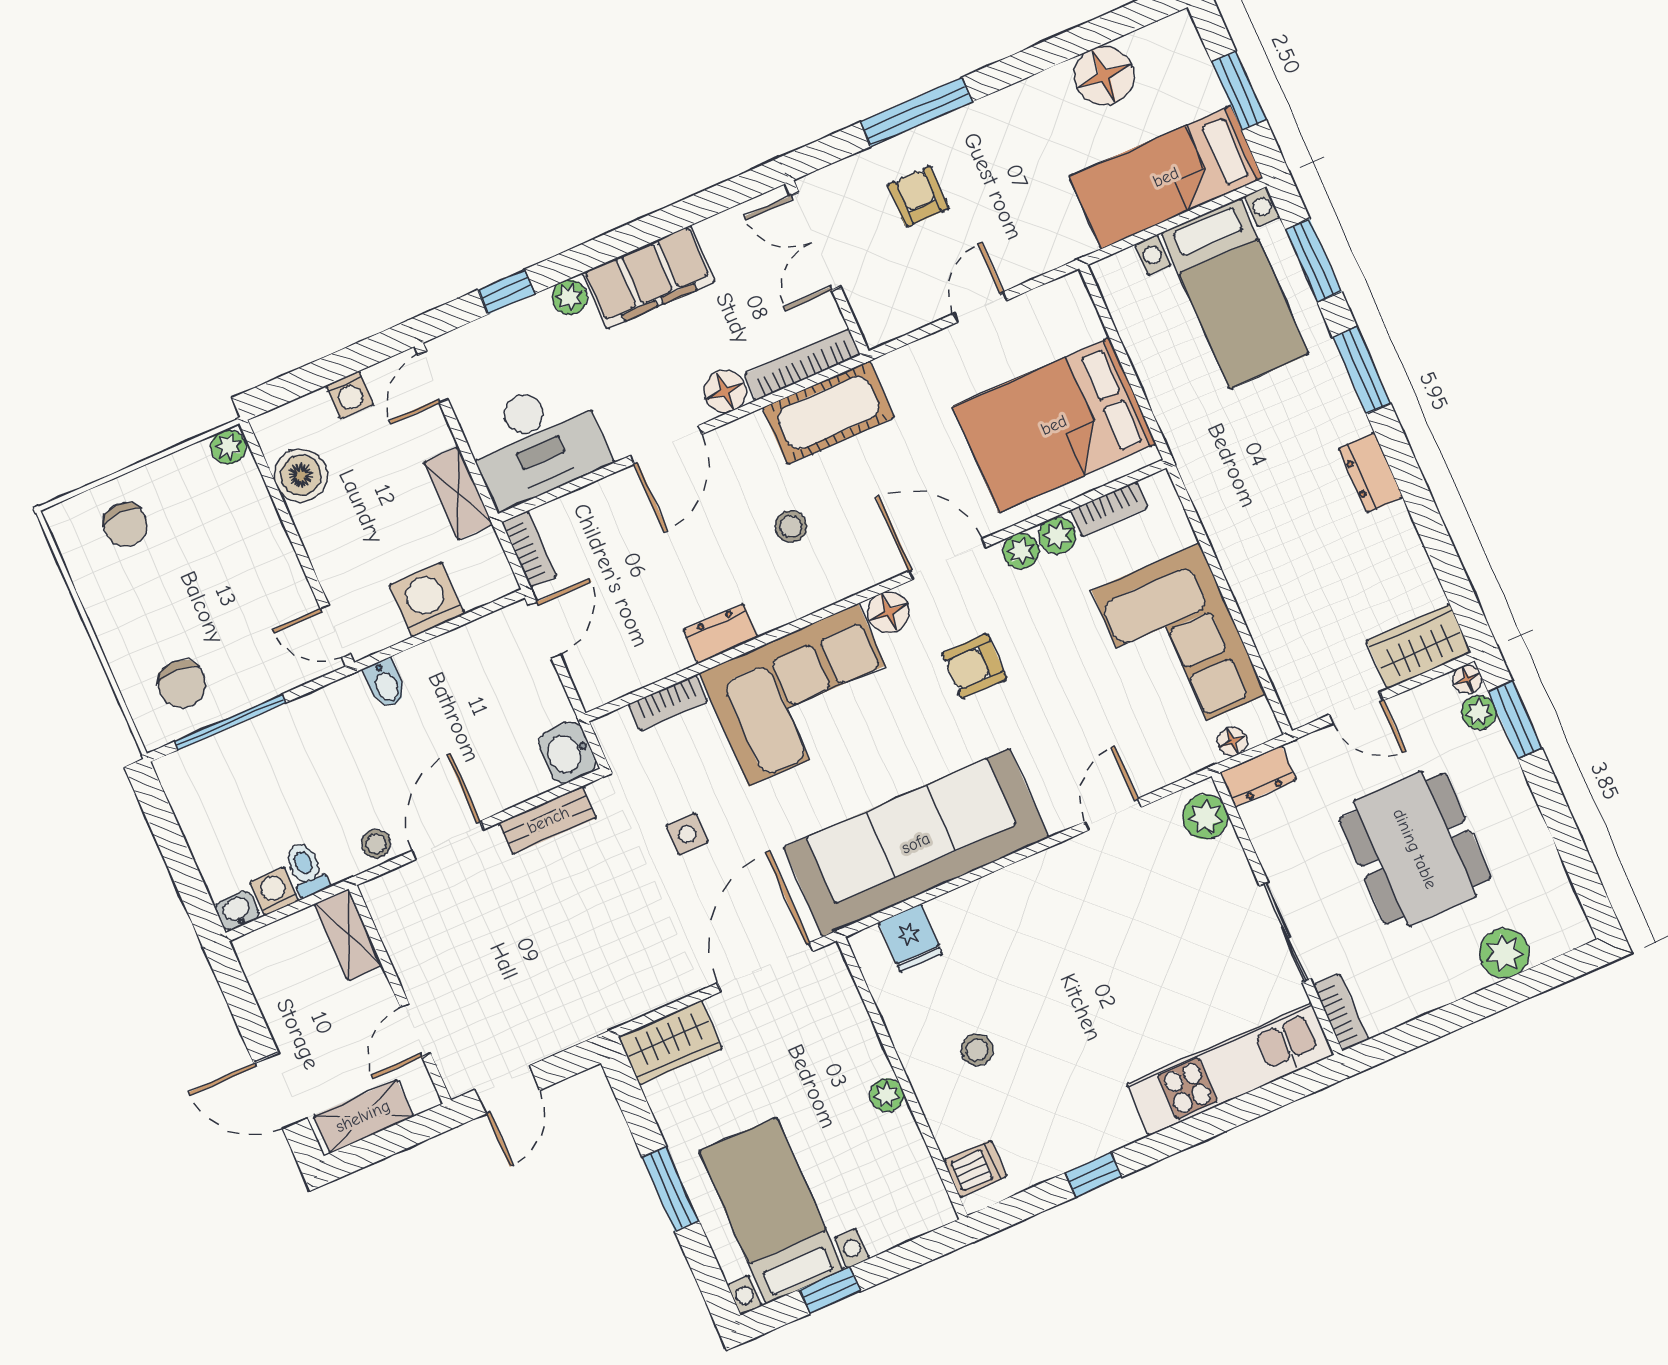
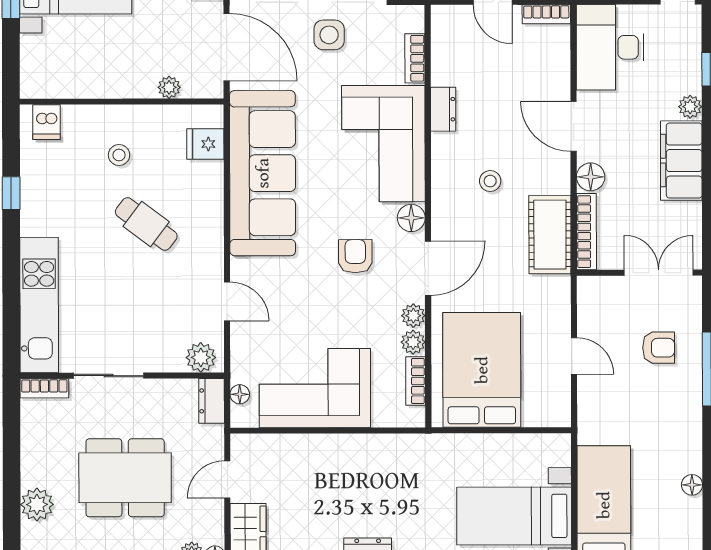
floor lamp: (1104, 76) -> (692, 485), width x0.53, depth x0.53
side table: (687, 834) -> (329, 35), width x1.37, depth x1.37
cafe table: (1055, 971) -> (146, 224), added
plant: (887, 1095) -> (169, 87), moved

